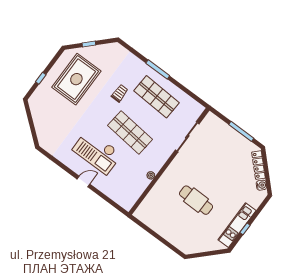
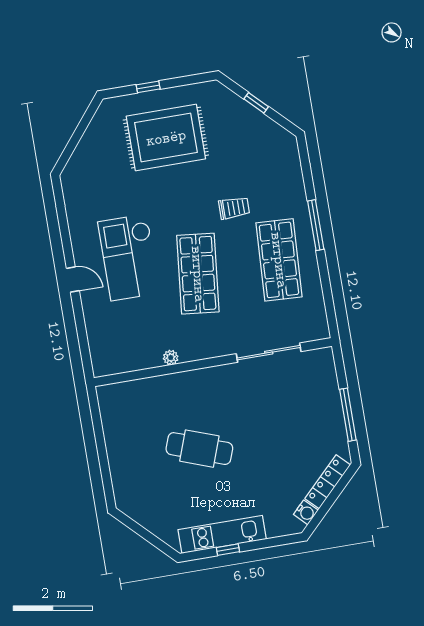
rug: (76, 79) -> (166, 138), moved
cafe table: (196, 200) -> (199, 449), turned -71

